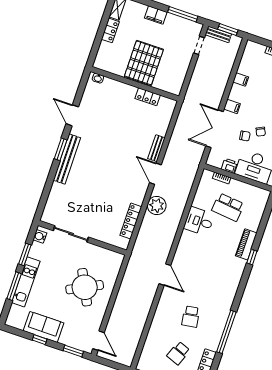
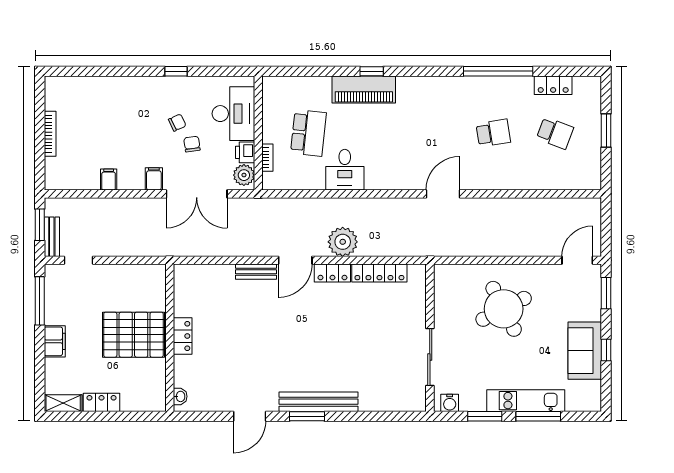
locker: (148, 97) -> (183, 336), moved
plant: (216, 161) -> (244, 175), added
locker: (140, 193) -> (332, 273), added
piano: (246, 244) -> (364, 90), width x1.37, depth x1.33

